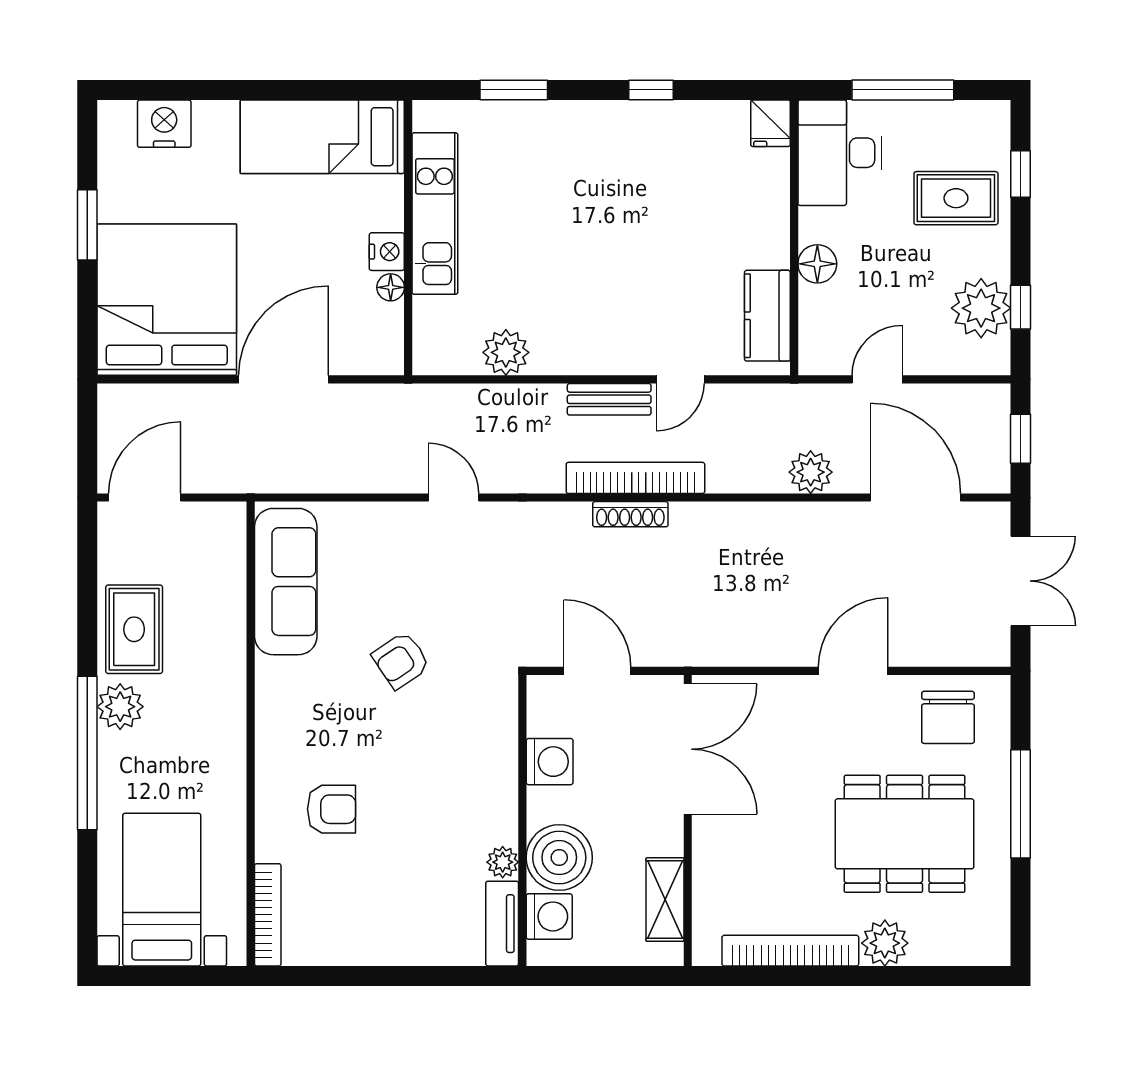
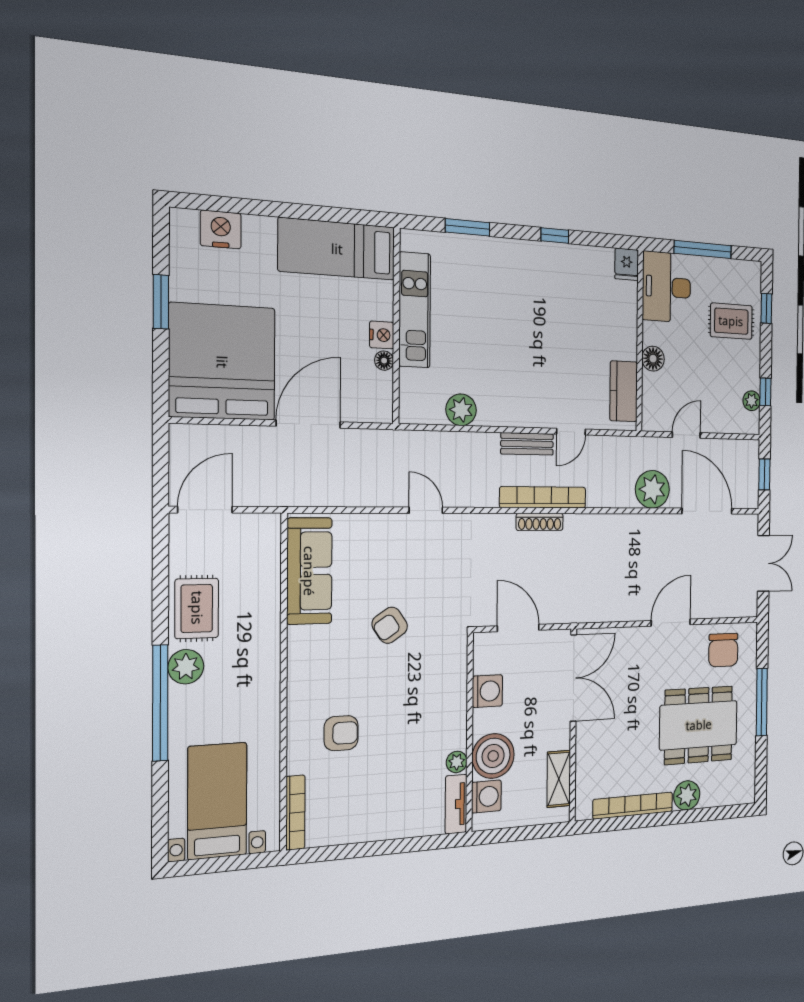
plant: (981, 308) -> (752, 401), width x0.53, depth x0.53
plant: (811, 472) -> (652, 489), width x1.36, depth x1.36

